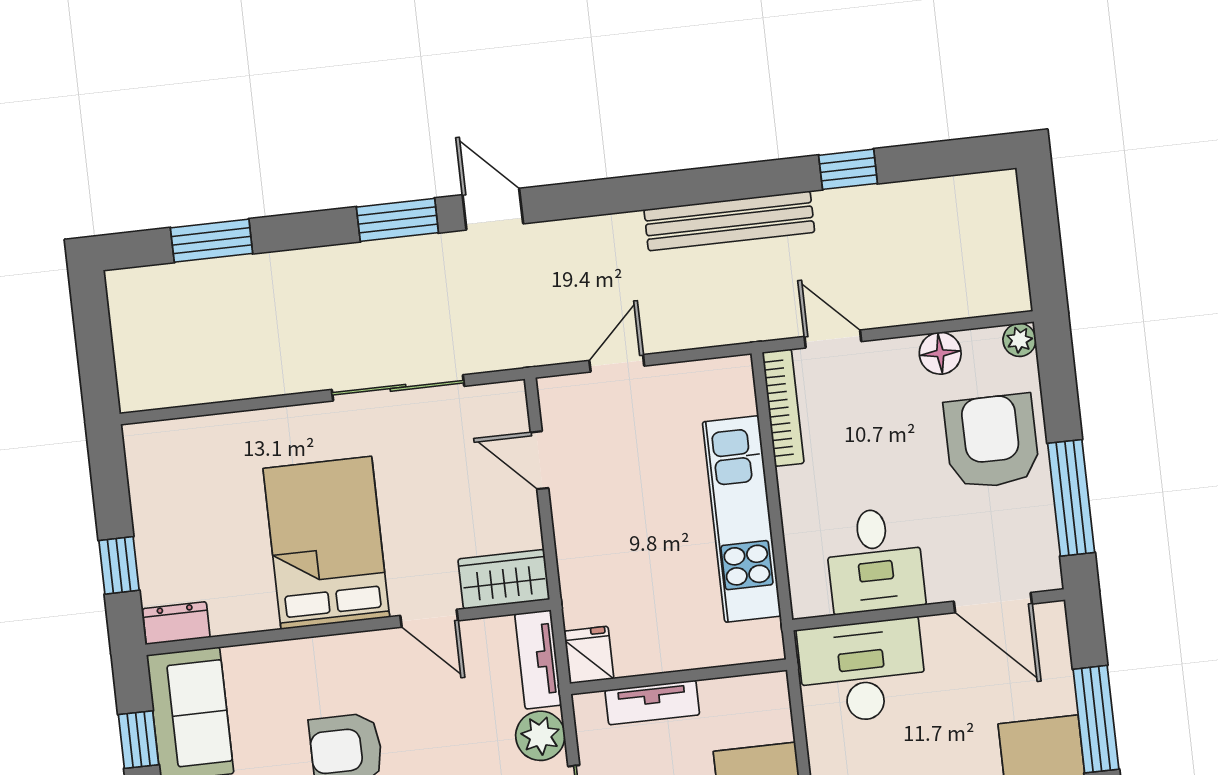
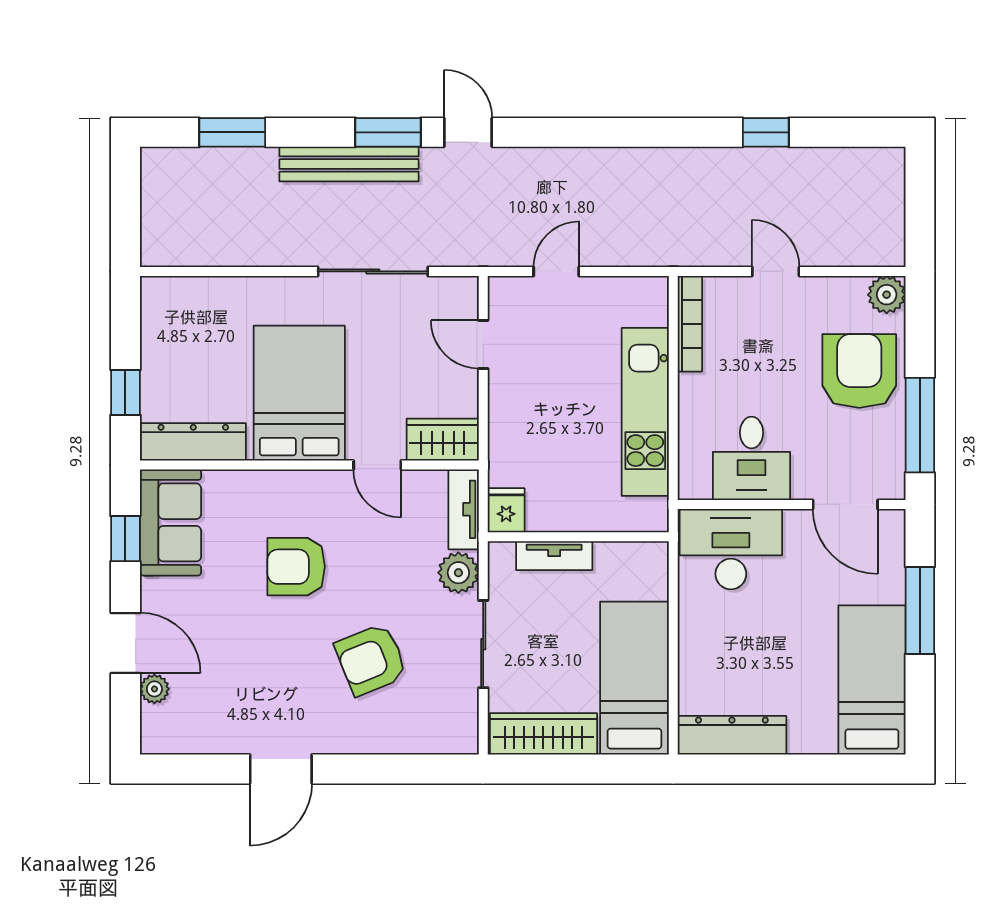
bench: (729, 221) -> (349, 164), moved
door: (833, 339) -> (776, 271), moved
plant: (1019, 340) -> (887, 295), width x1.38, depth x1.38
floor lamp: (940, 353) -> (825, 293), removed
dresser: (176, 623) -> (193, 442), width x1.96, depth x1.24

